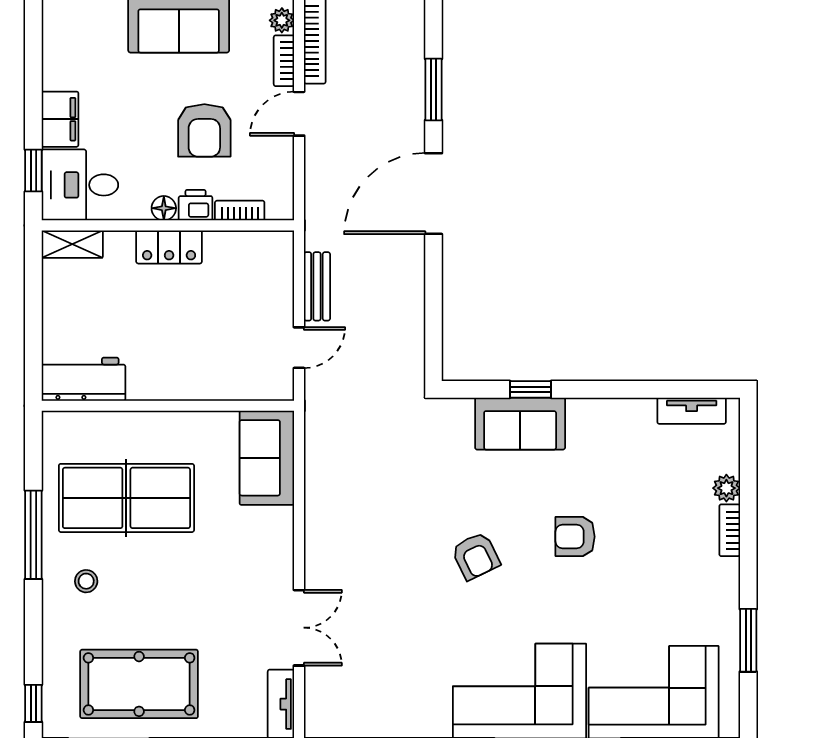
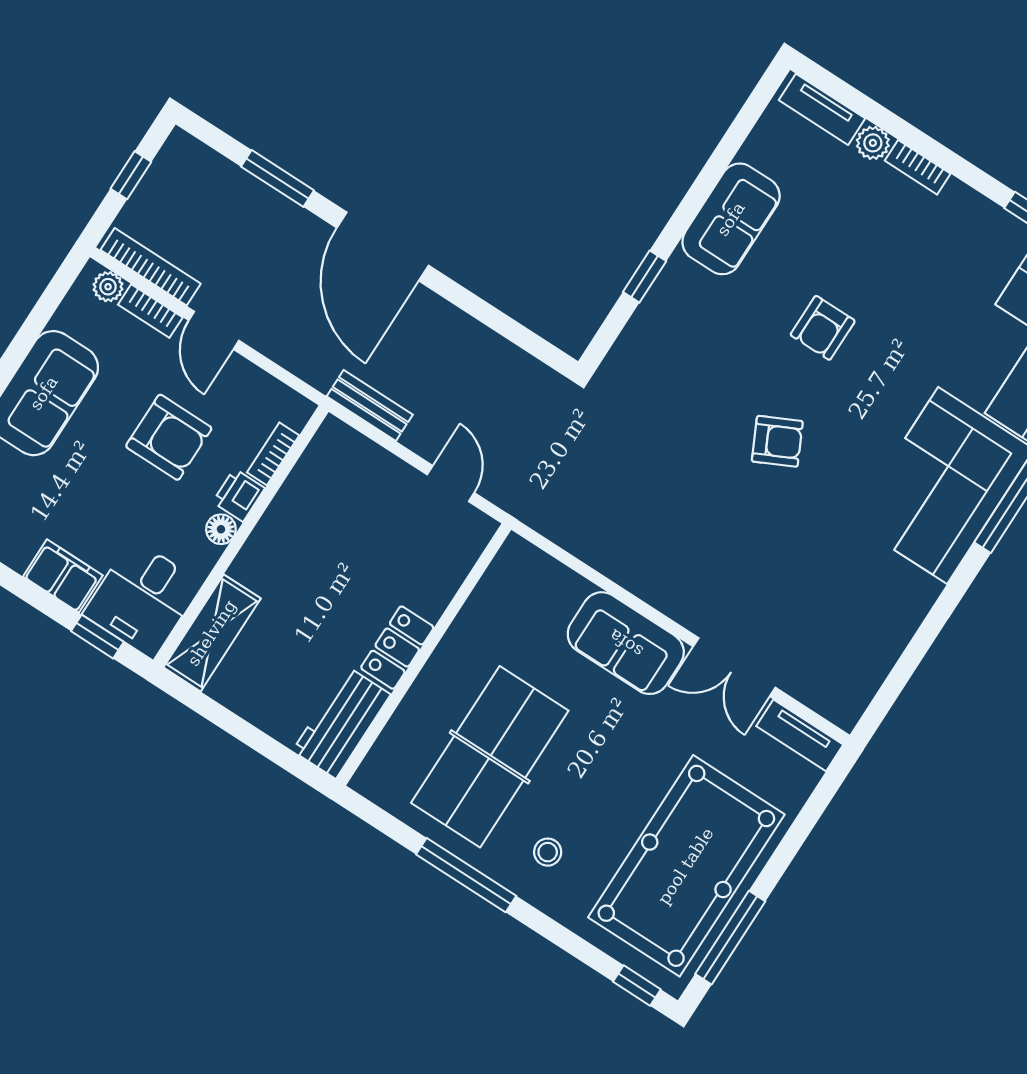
shelving: (72, 244) -> (212, 633), width x1.50, depth x1.33
locker: (169, 247) -> (397, 648), moved, turned 180
bench: (317, 286) -> (370, 405), moved
tv unit: (692, 411) -> (822, 109), moved, turned 90
sofa: (520, 424) -> (731, 219), moved
sofa: (267, 458) -> (626, 643), moved
double door: (299, 628) -> (734, 667), swing flipped
pool table: (139, 684) -> (686, 866), width x1.36, depth x1.32

